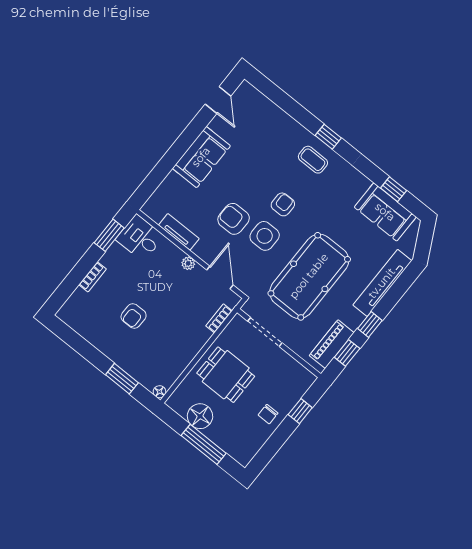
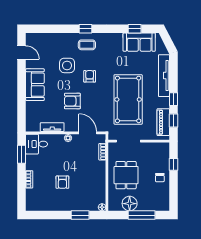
side table: (265, 236) -> (67, 65), moved
dining table: (226, 375) -> (126, 175), turned 90

